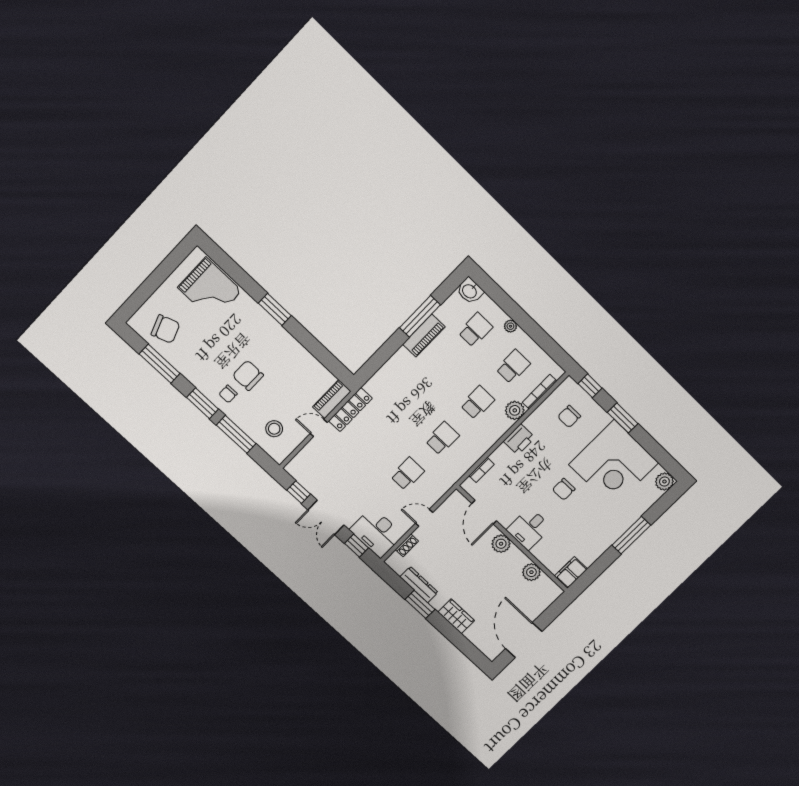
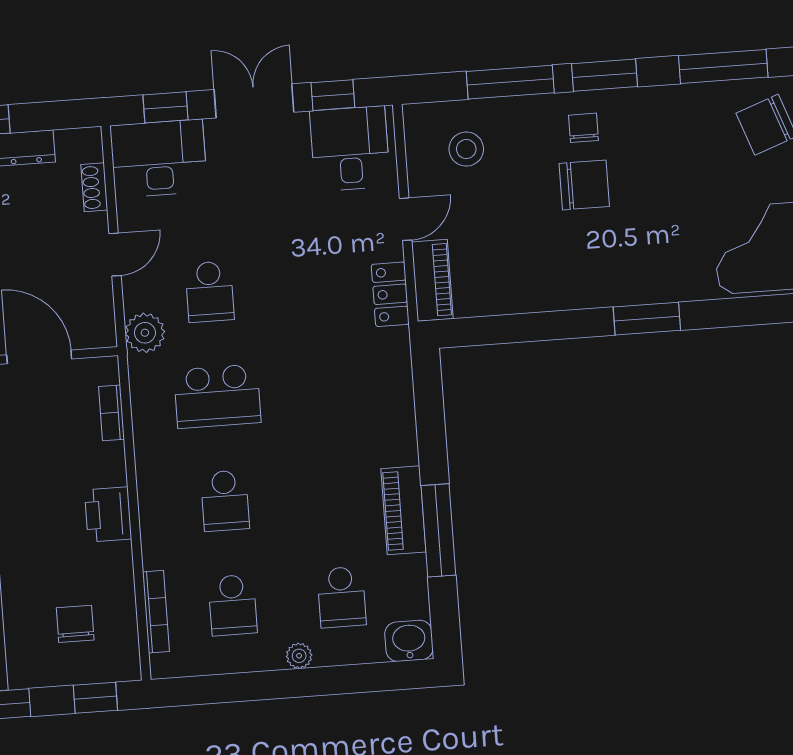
locker: (350, 410) -> (390, 294), width x0.66
plant: (515, 410) -> (145, 333), moved
school desk: (442, 438) -> (217, 396), width x1.85
desk: (312, 470) -> (350, 149), added

